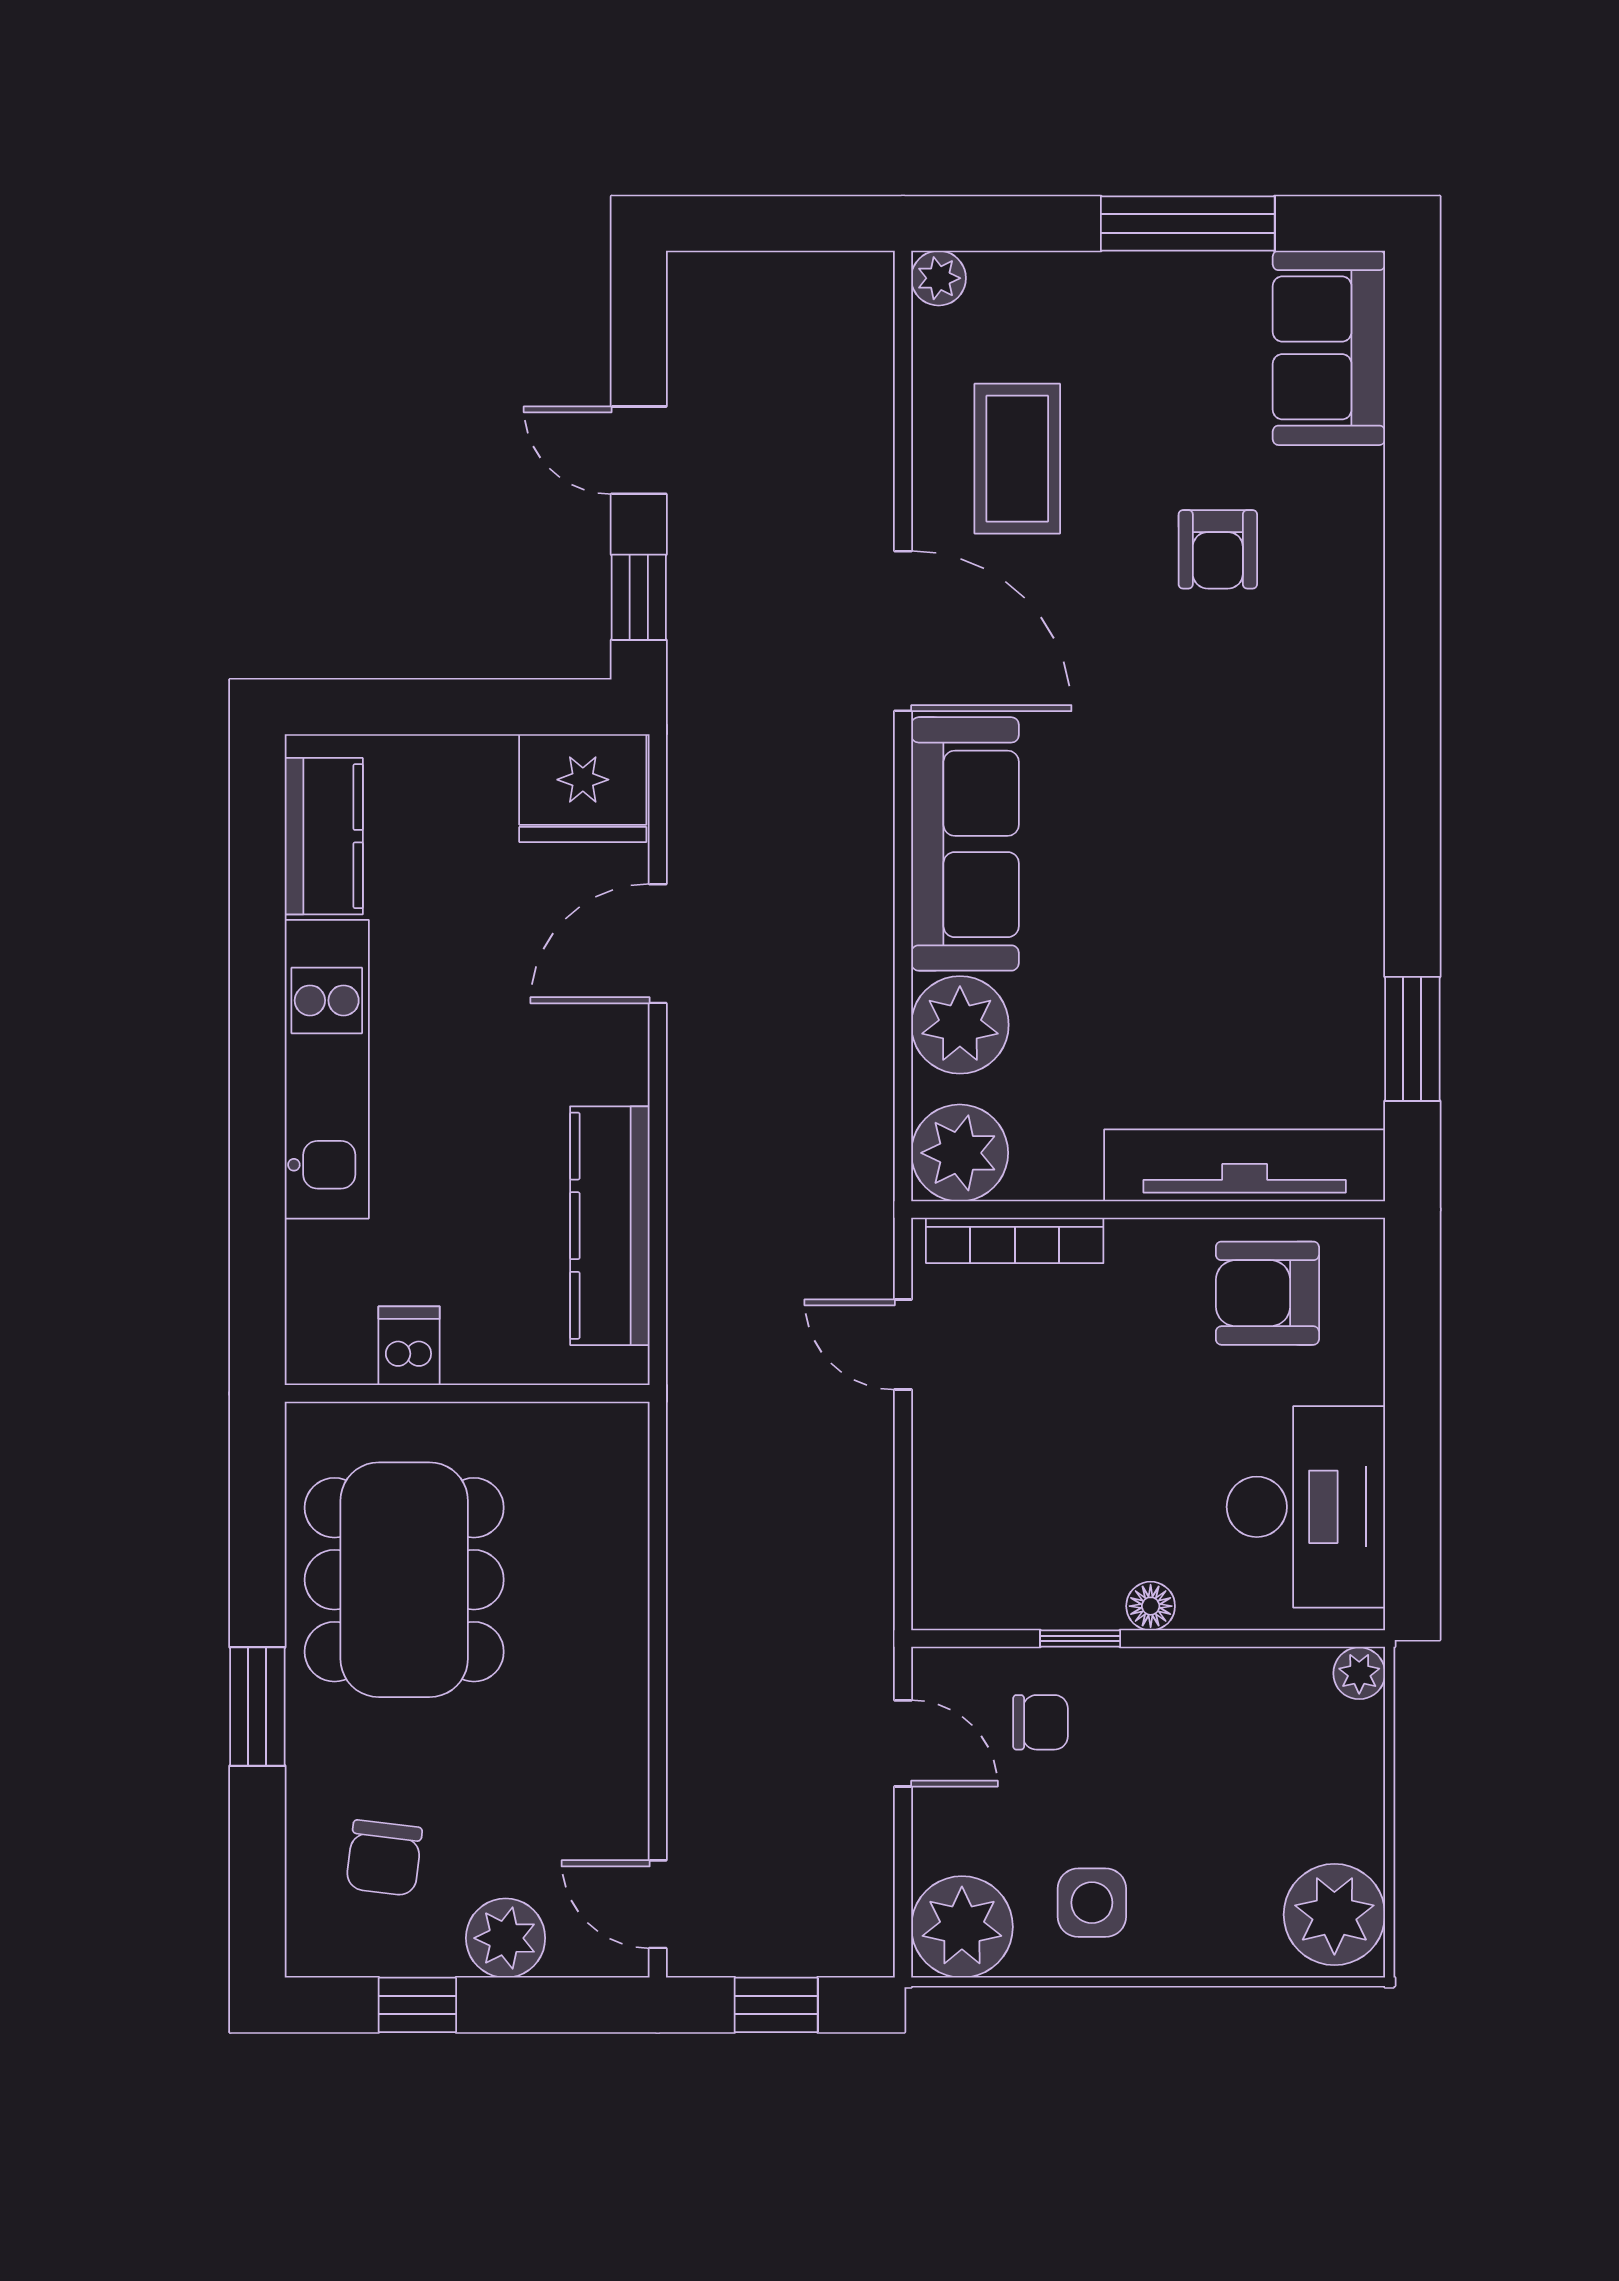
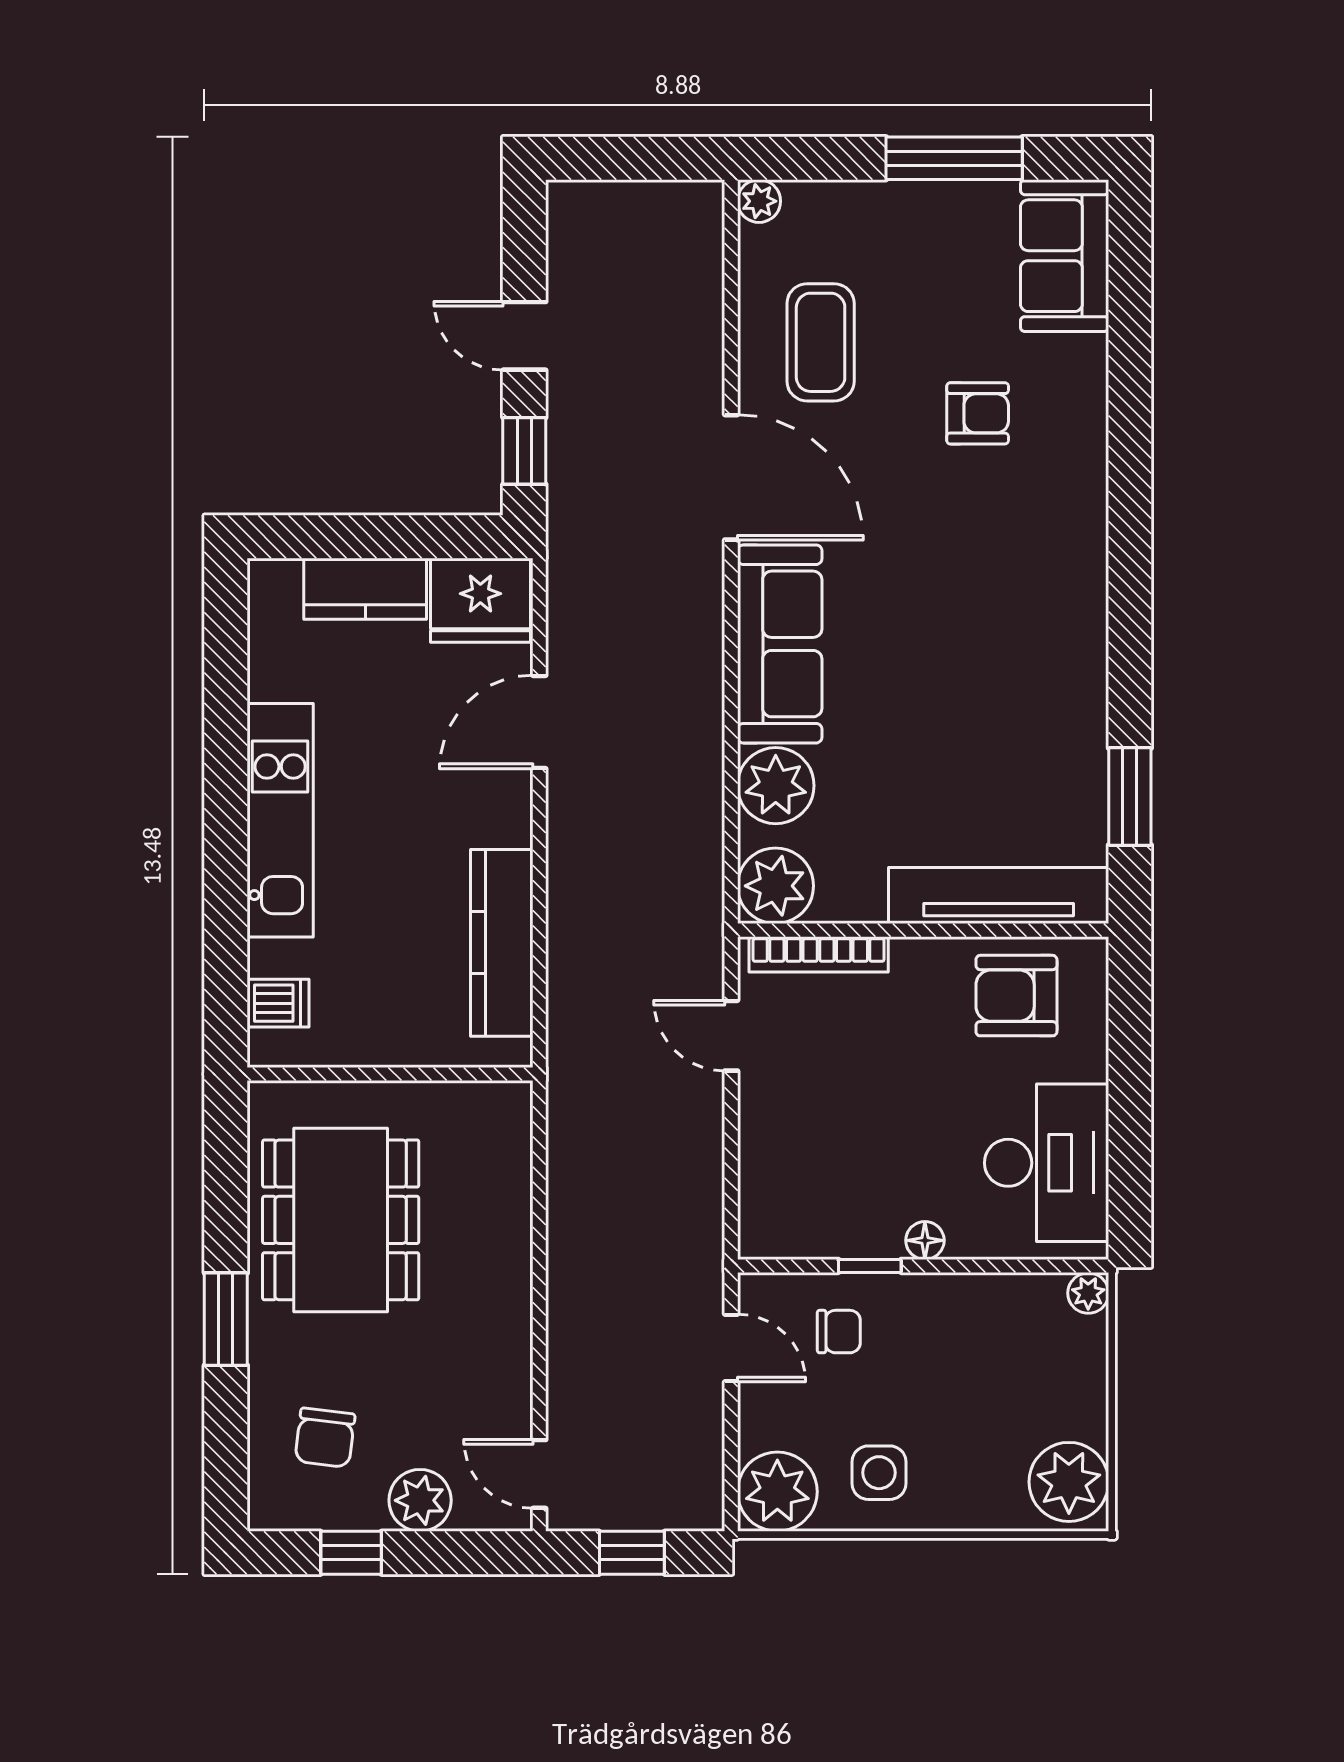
armchair: (1218, 549) -> (978, 413), turned -90
kitchen counter: (324, 836) -> (365, 589), moved, turned 90
dishwasher: (409, 1346) -> (278, 1003), moved, turned 90

